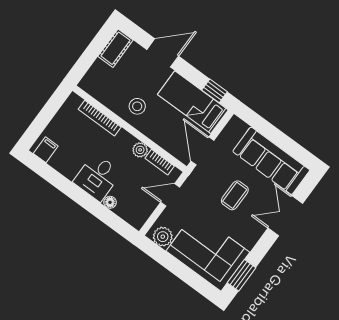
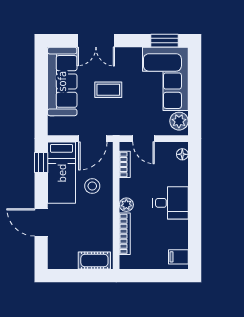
cot: (115, 48) -> (94, 260), moved
stool: (137, 106) -> (92, 186), moved
plant: (140, 150) -> (126, 205), moved
floor lamp: (110, 202) -> (182, 154), moved

